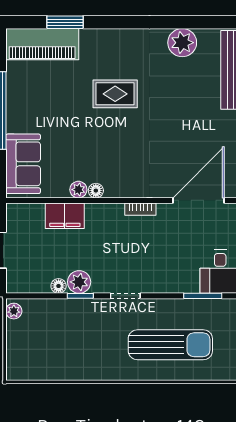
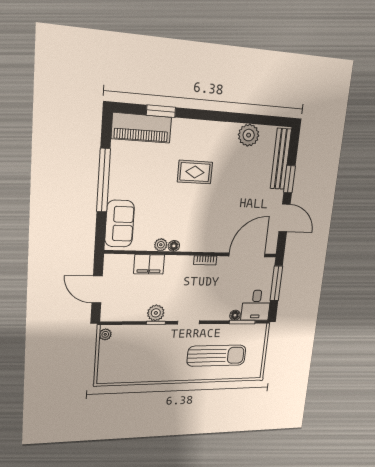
floor lamp: (59, 286) -> (235, 315), moved

